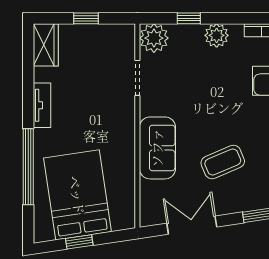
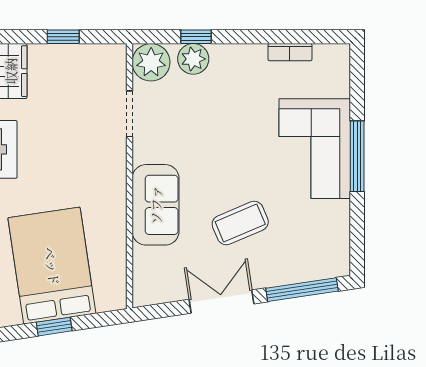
plant: (217, 35) -> (193, 59), moved
double door: (192, 225) -> (222, 302), moved

